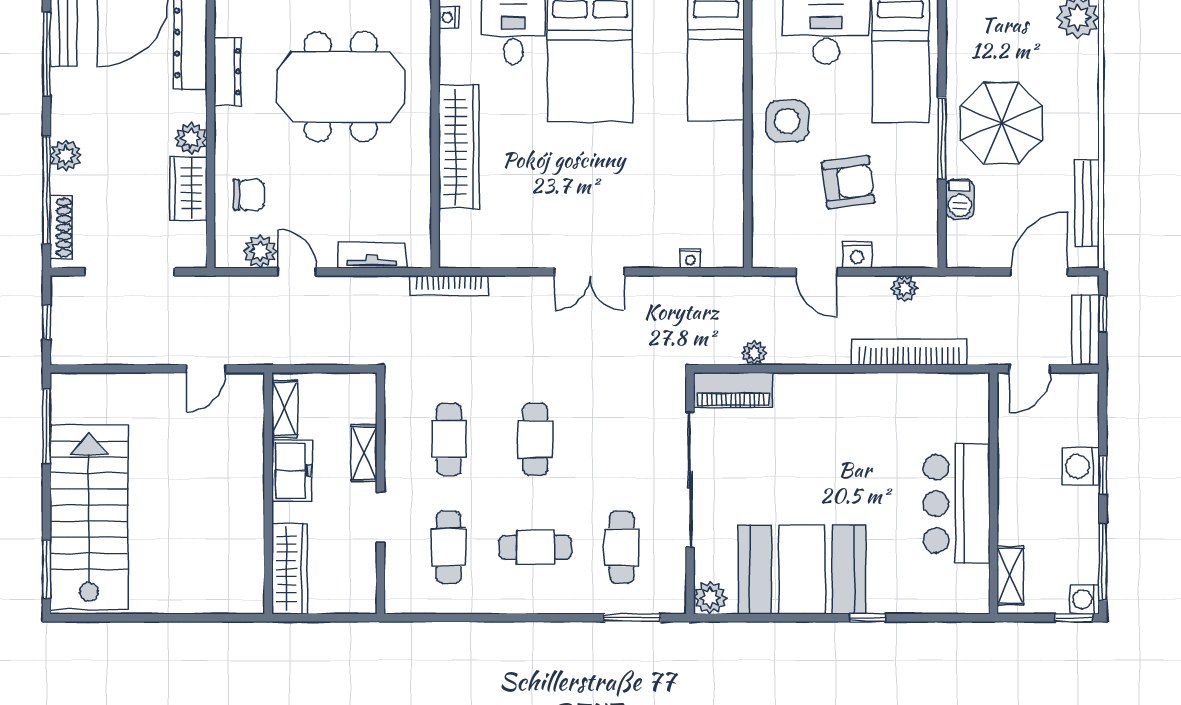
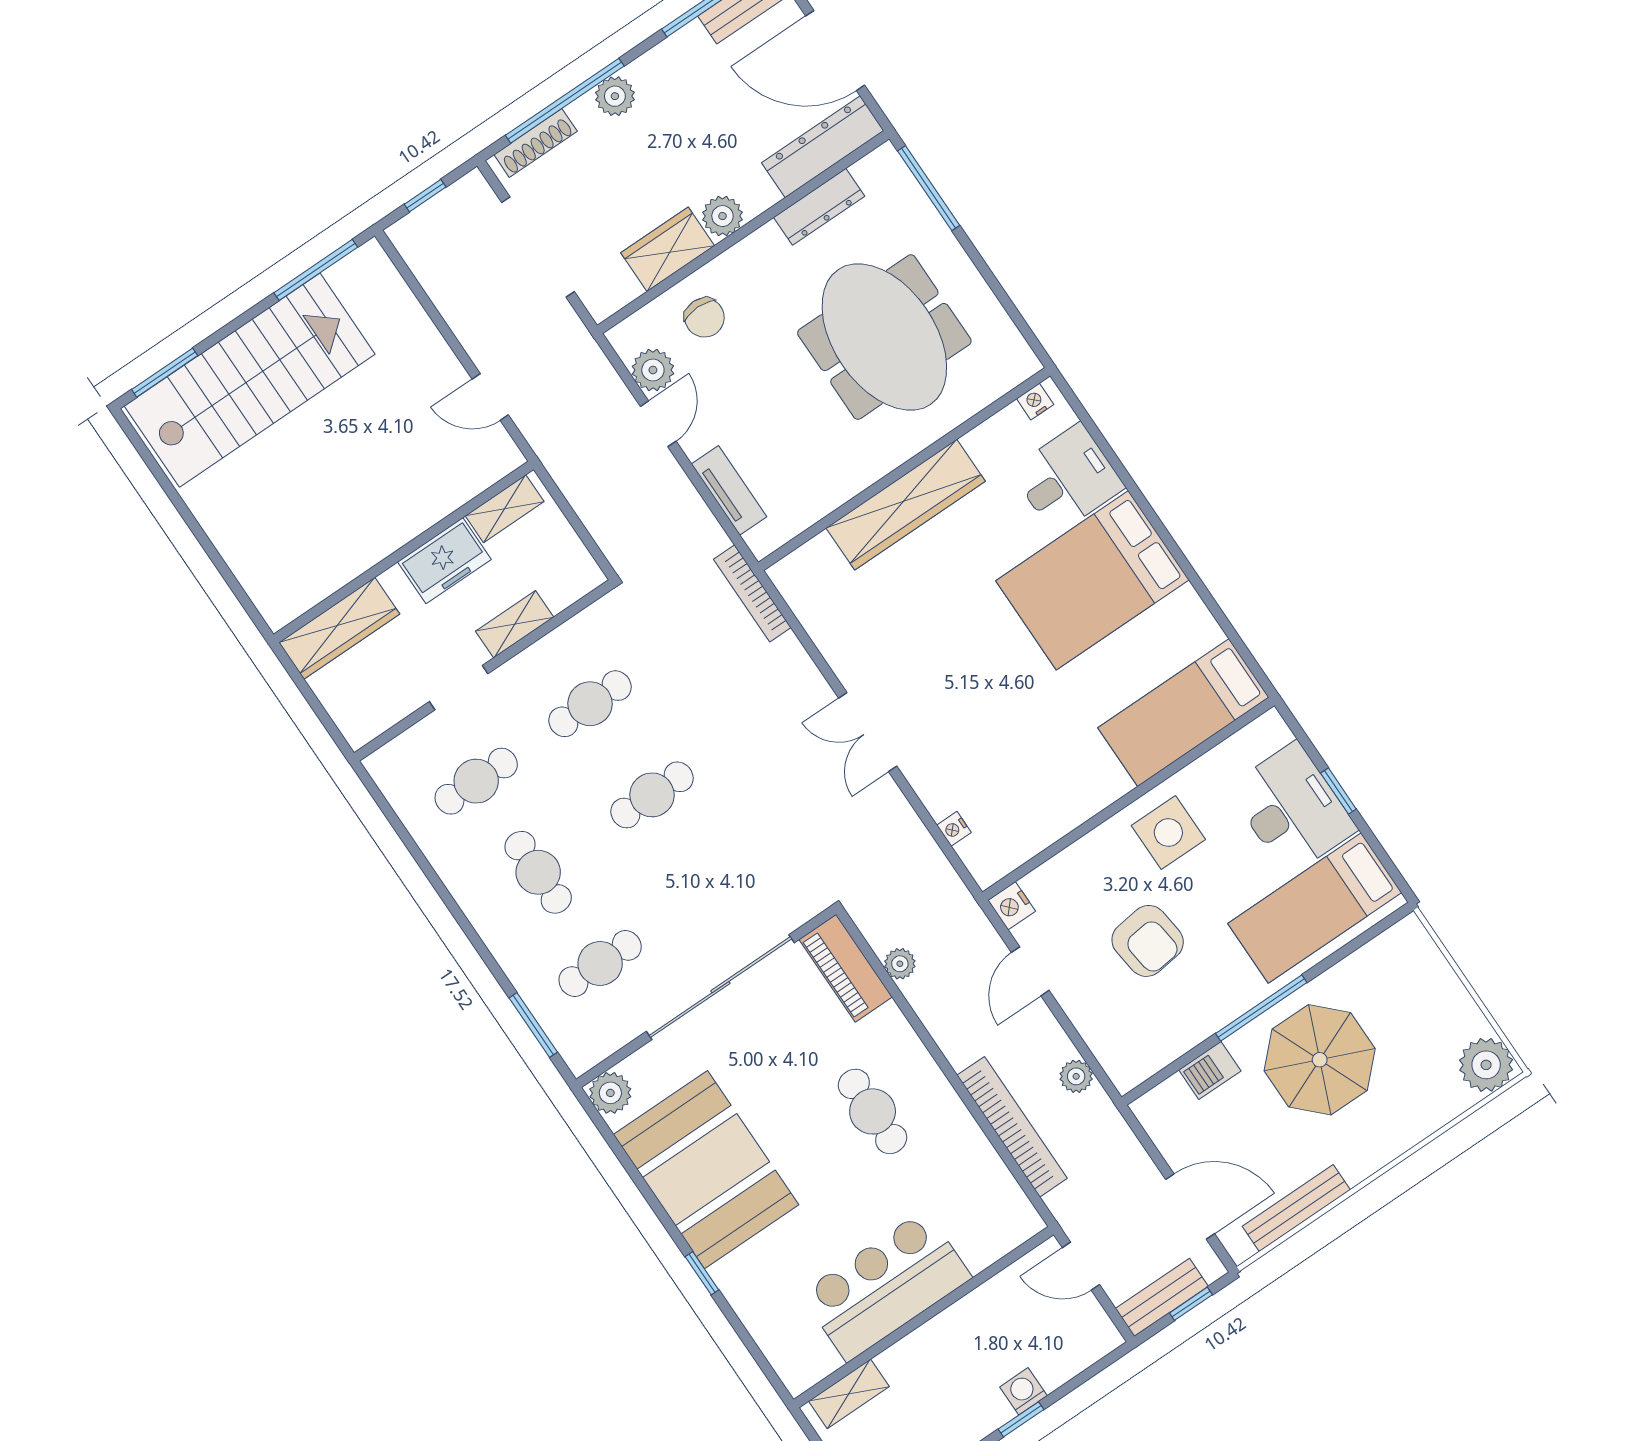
nightstand: (857, 255) -> (1012, 906), moved
cafe table: (838, 436) -> (873, 1111), added
washing machine: (1081, 466) -> (1023, 1391), width x0.73, depth x0.73

